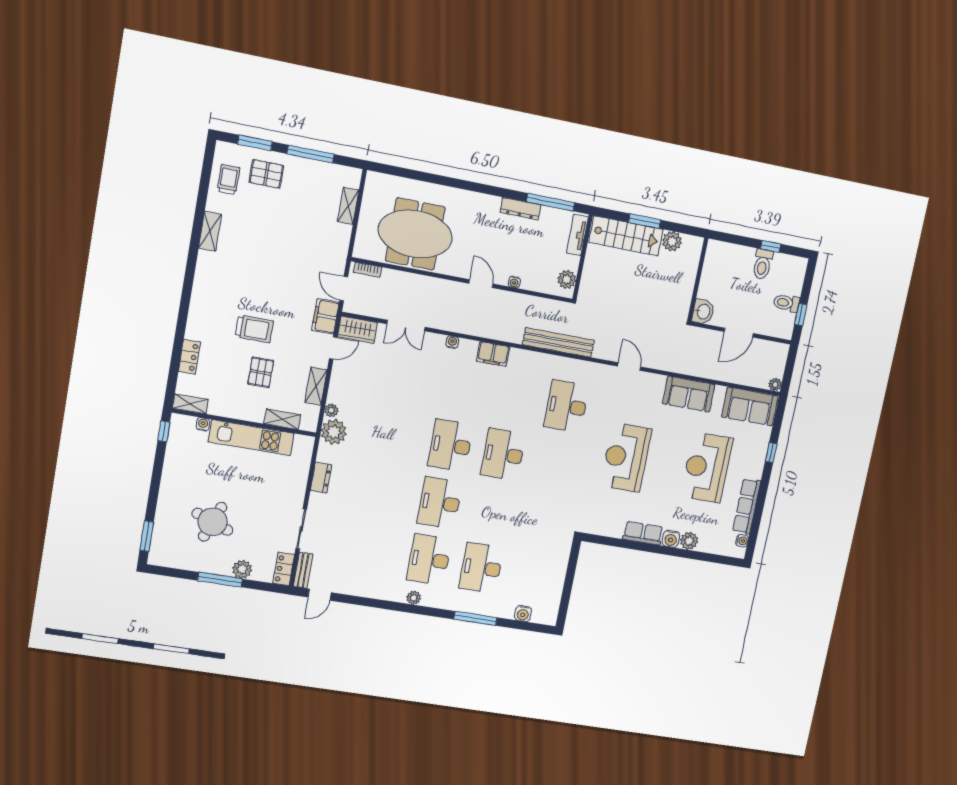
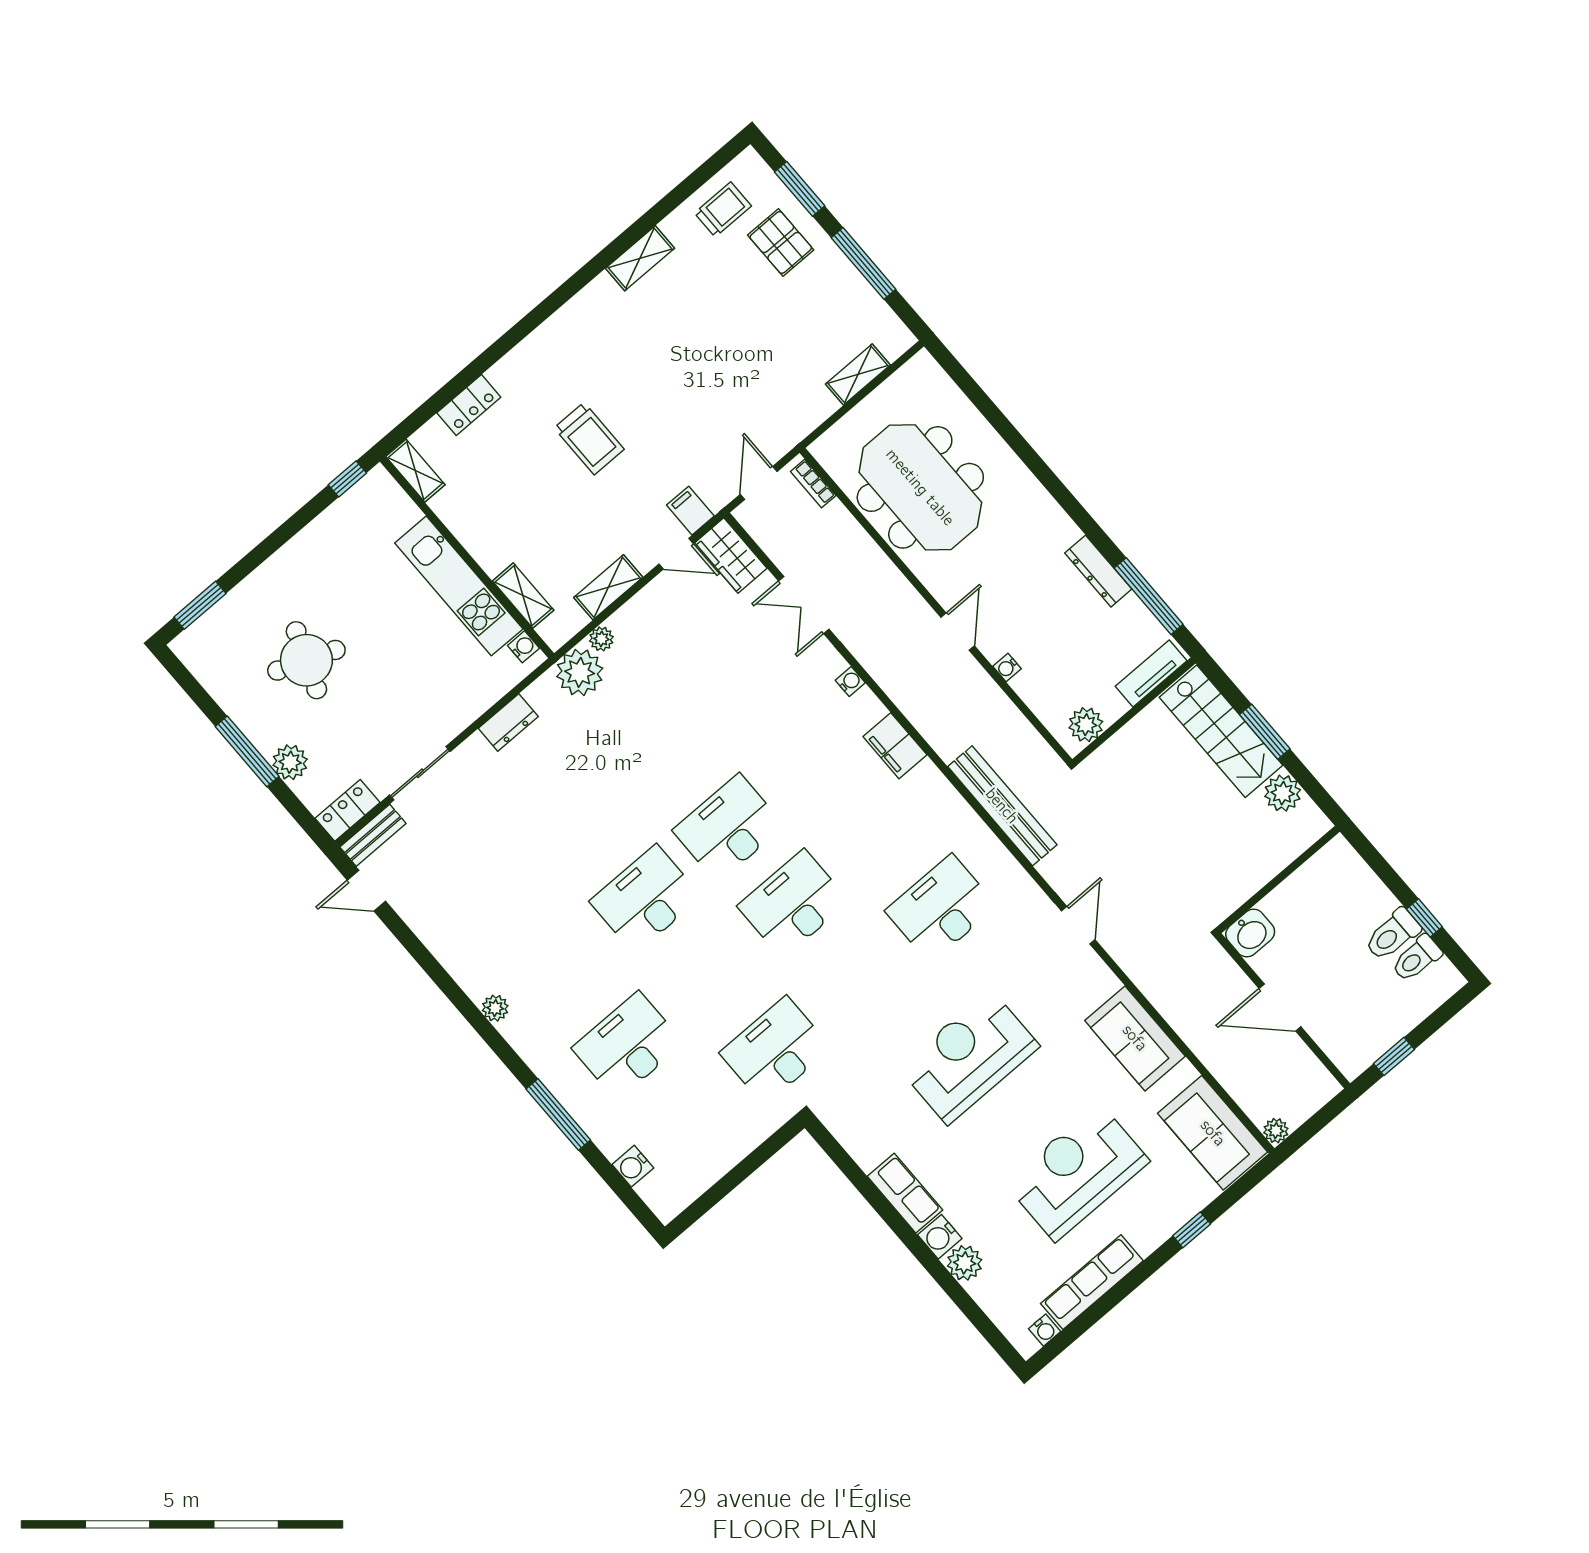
toilet: (786, 303) -> (1417, 958), moved, turned -90
filing cabinet: (325, 316) -> (690, 511), width x0.50
pallet: (261, 372) -> (548, 506), removed
water cooler: (203, 424) -> (523, 647), moved
desk: (429, 560) -> (775, 1050), moved

